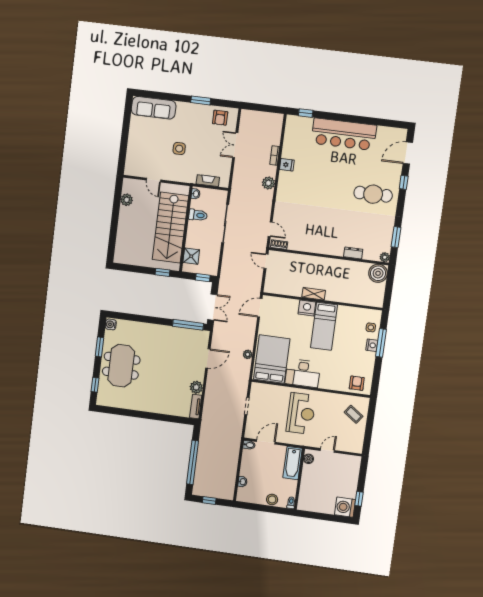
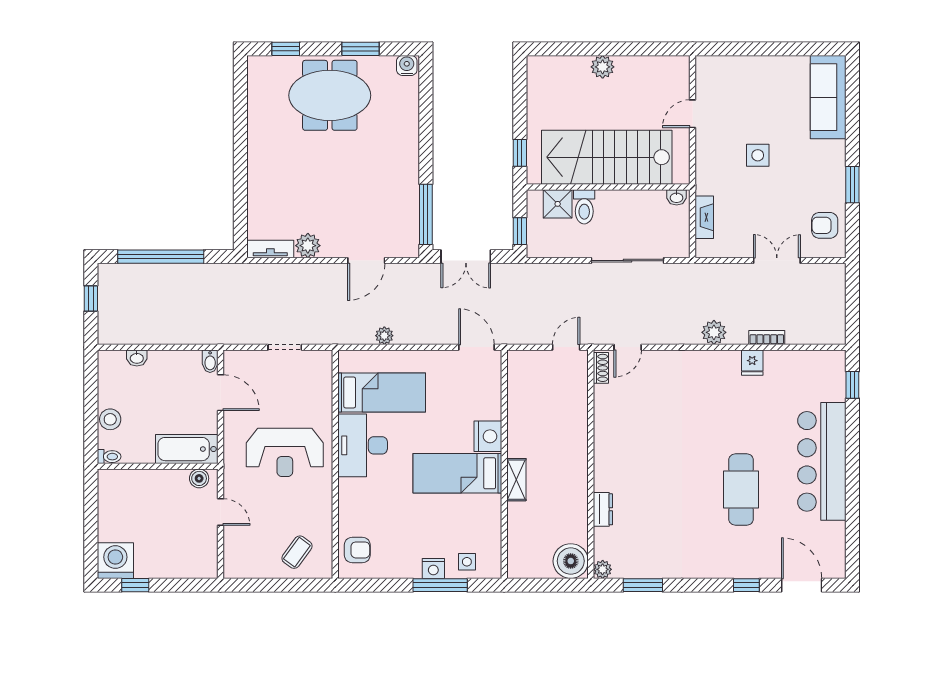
cafe table: (373, 194) -> (741, 489), moved
plant: (127, 200) -> (603, 67), moved
toilet: (198, 215) -> (584, 207), moved
shelving: (314, 294) -> (516, 480), moved
door: (208, 358) -> (366, 261), hinge flipped
bed: (272, 359) -> (382, 392), width x0.67

